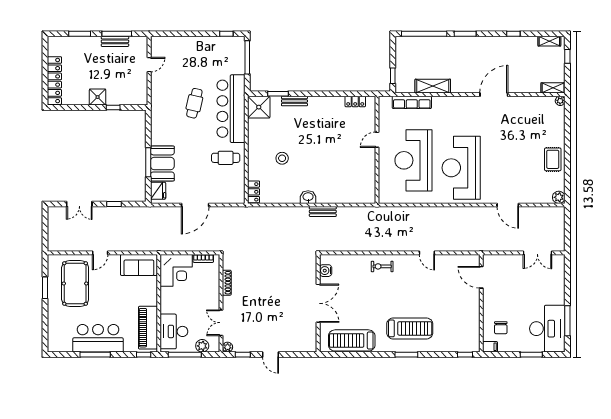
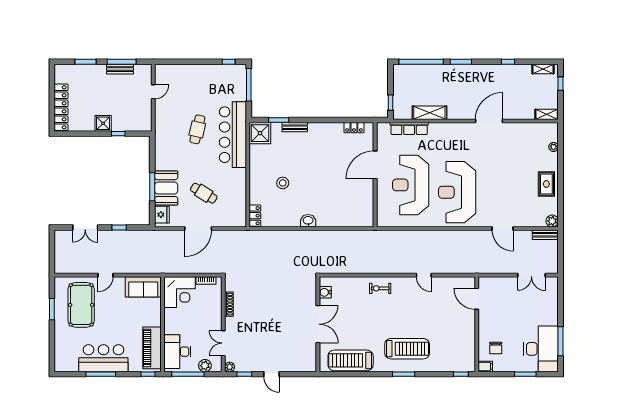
plant: (560, 101) -> (554, 147), moved
door: (377, 140) -> (375, 165), width x1.87
cafe table: (226, 158) -> (204, 193), moved, turned 31
bench: (323, 211) -> (545, 235), moved

